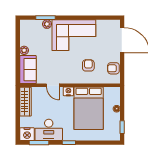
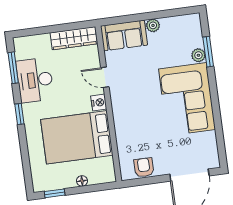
armchair: (88, 65) -> (143, 128), removed
door: (53, 85) -> (105, 77), hinge flipped
nightstand: (27, 134) -> (24, 47), removed

